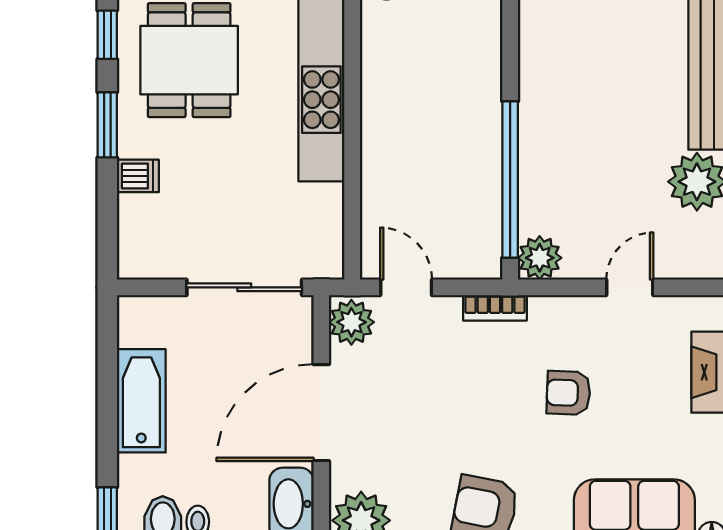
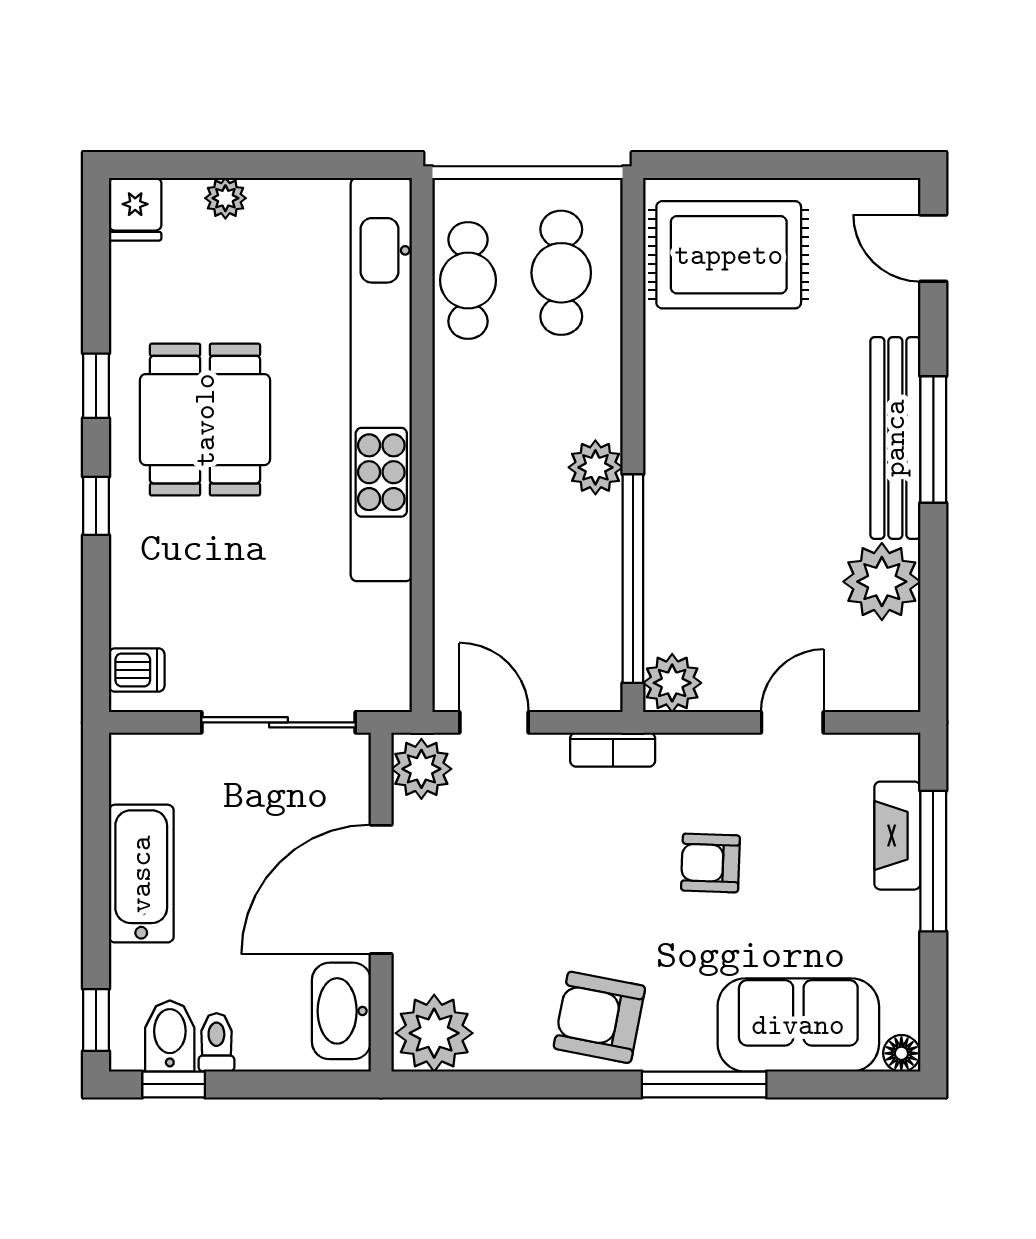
plant: (482, 96) -> (595, 467), added
window: (107, 125) -> (96, 506), width x0.67
dishwasher: (138, 176) -> (137, 670), moved

